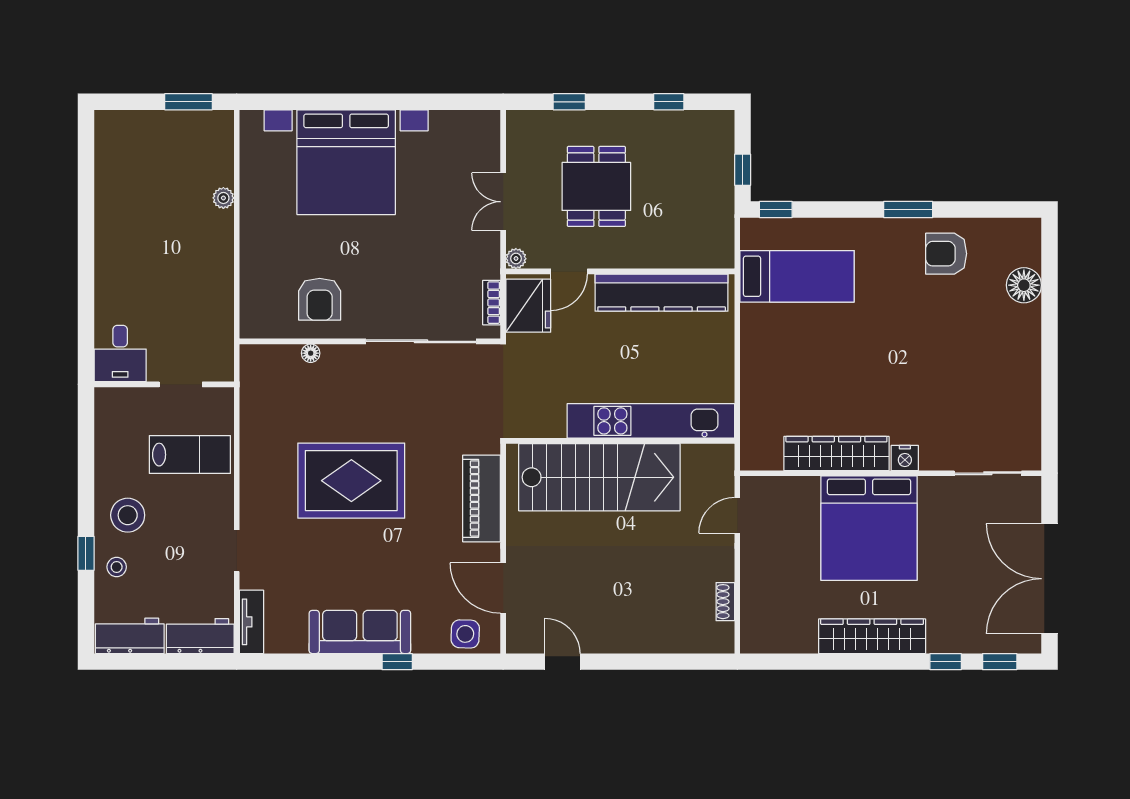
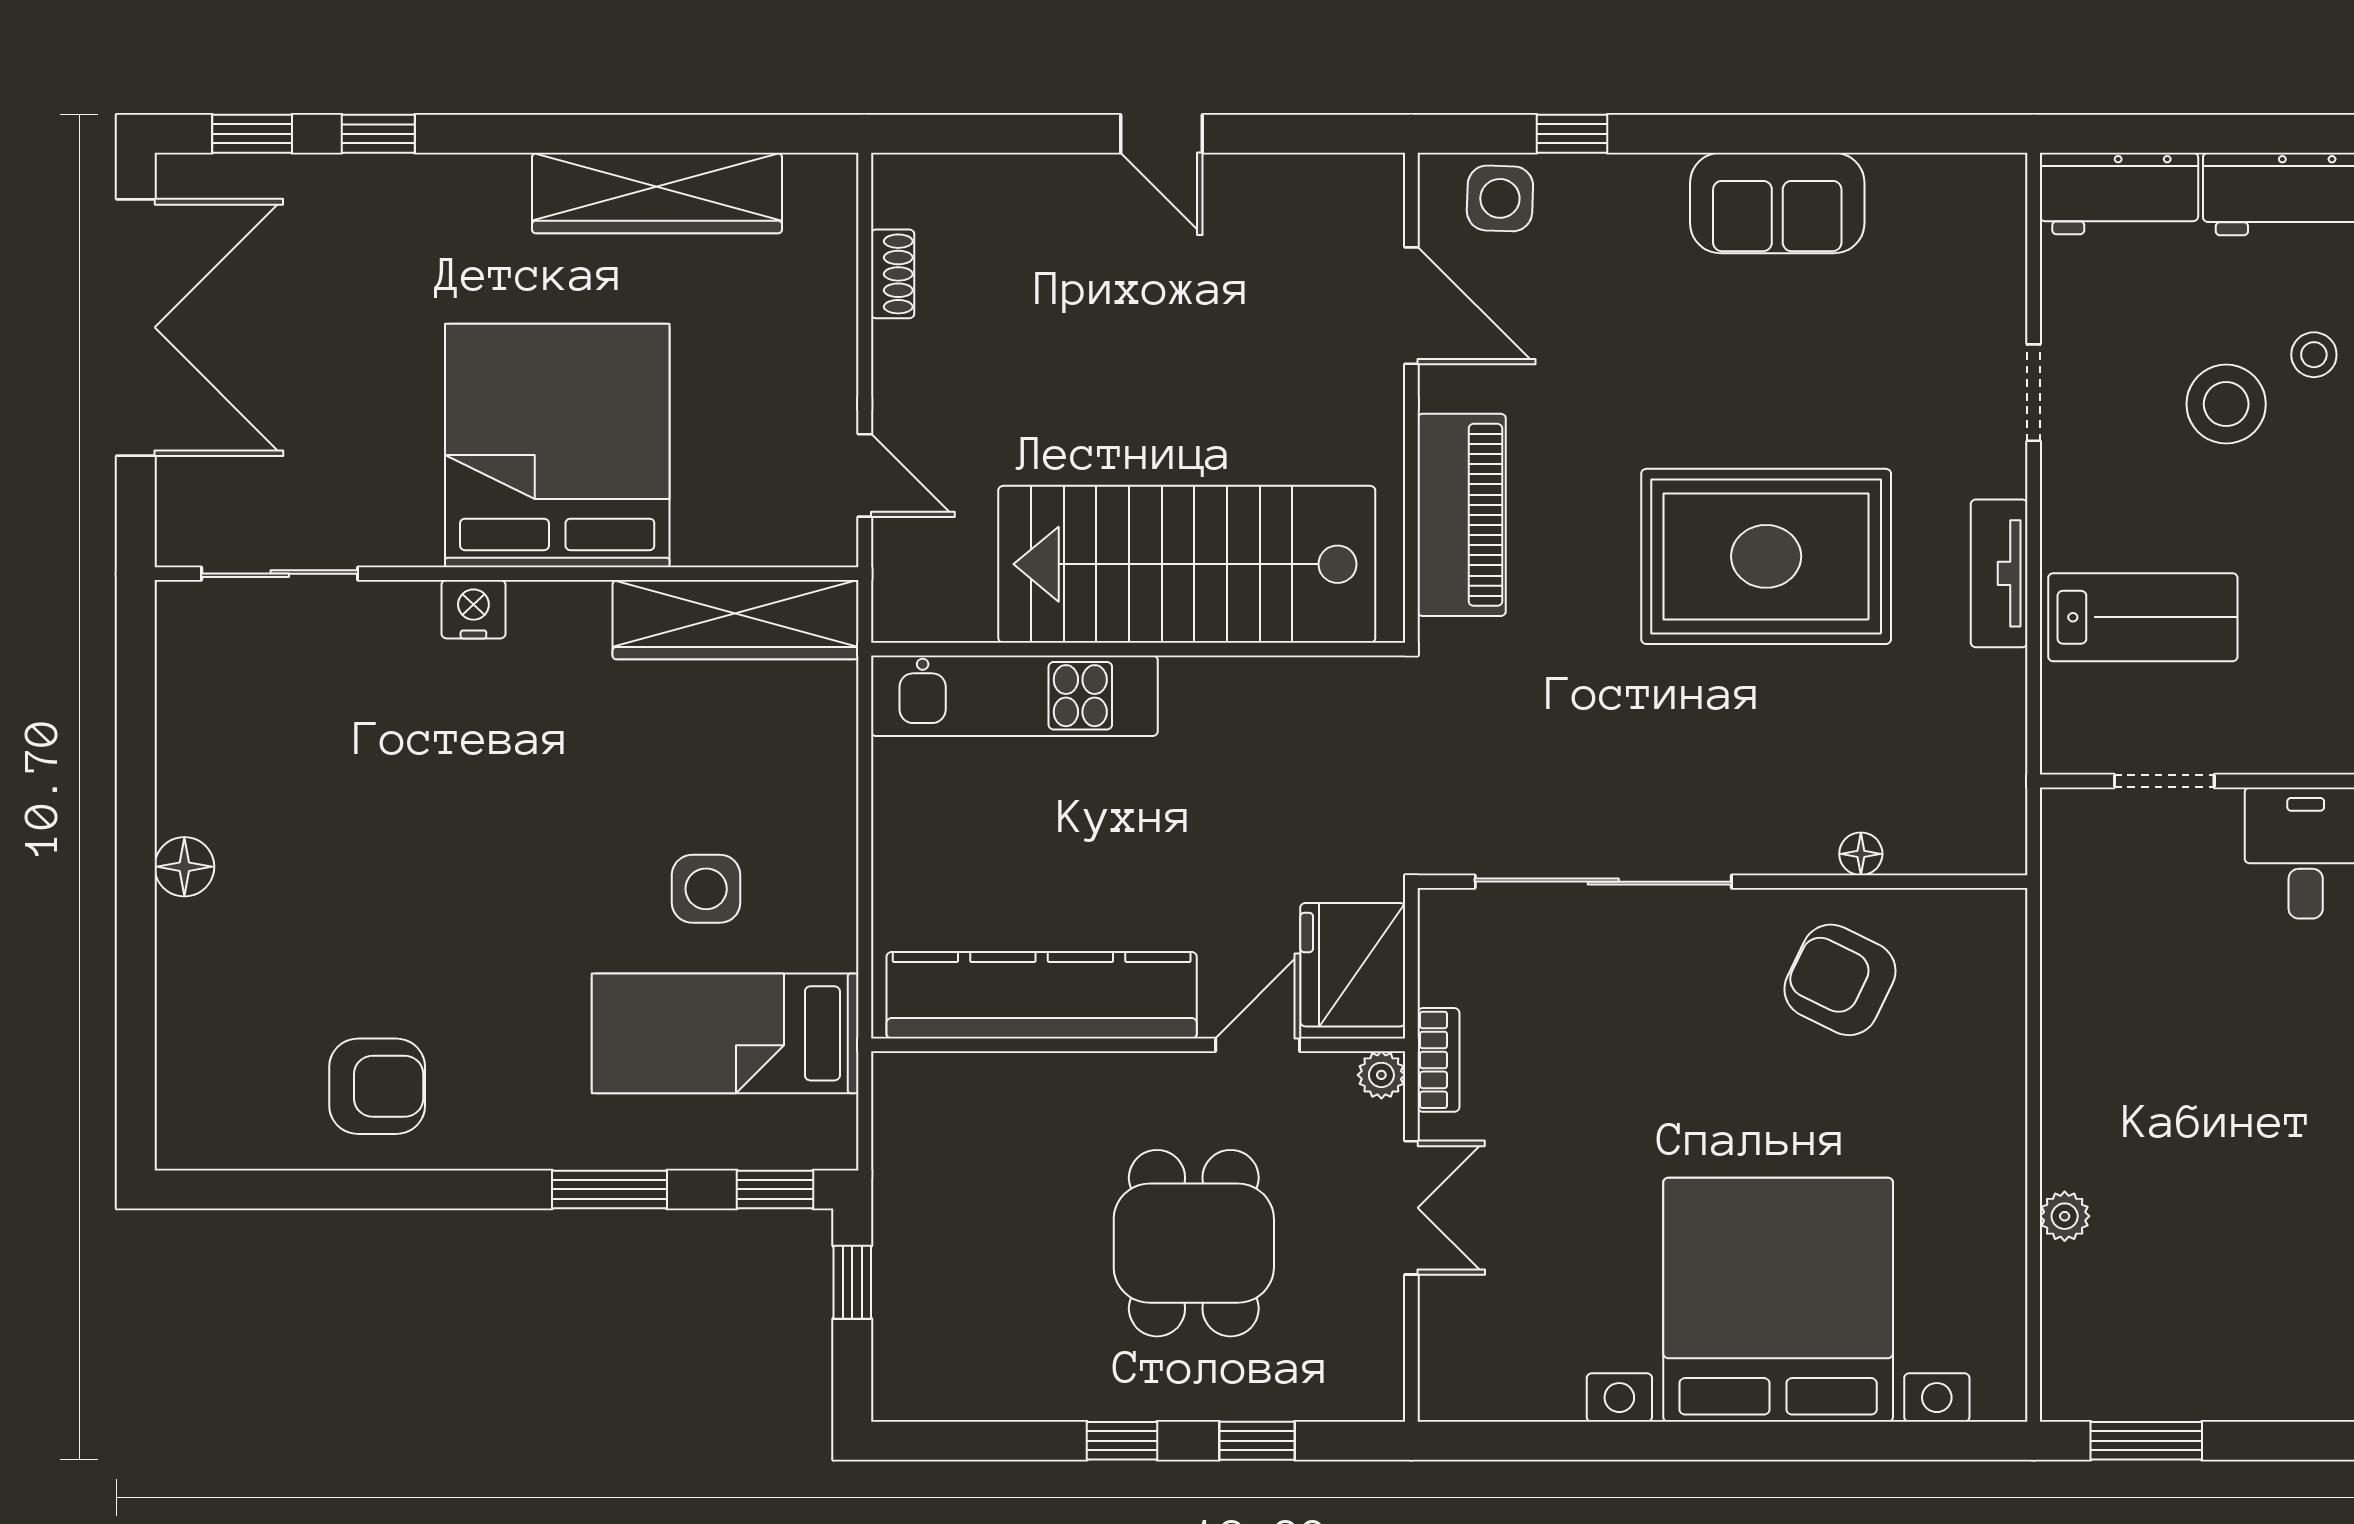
window: (669, 102) -> (1122, 1441), moved
window: (908, 209) -> (609, 1189), moved
floor lamp: (1024, 285) -> (184, 867), moved, width x0.73, depth x0.73
armchair: (320, 299) -> (1840, 980), turned -64
bookcase: (492, 303) -> (1439, 1060), moved
side table: (805, 338) -> (706, 889), added
kitchen unit: (651, 421) -> (1014, 696), width x0.73
wardrobe: (836, 453) -> (736, 620), moved
lab bench: (190, 455) -> (2143, 617), turned 180
stool: (128, 515) -> (2226, 404), moved
door: (737, 515) -> (865, 475), hinge flipped
tv unit: (251, 622) -> (1999, 573), moved
sofa: (360, 632) -> (1777, 203), width x0.73
wardrobe: (872, 636) -> (657, 193), moved
window: (397, 662) -> (1572, 134), moved
door: (562, 662) -> (1162, 134), moved

